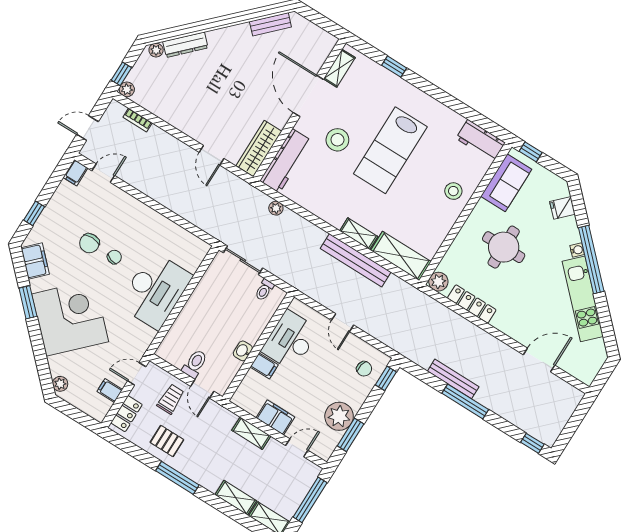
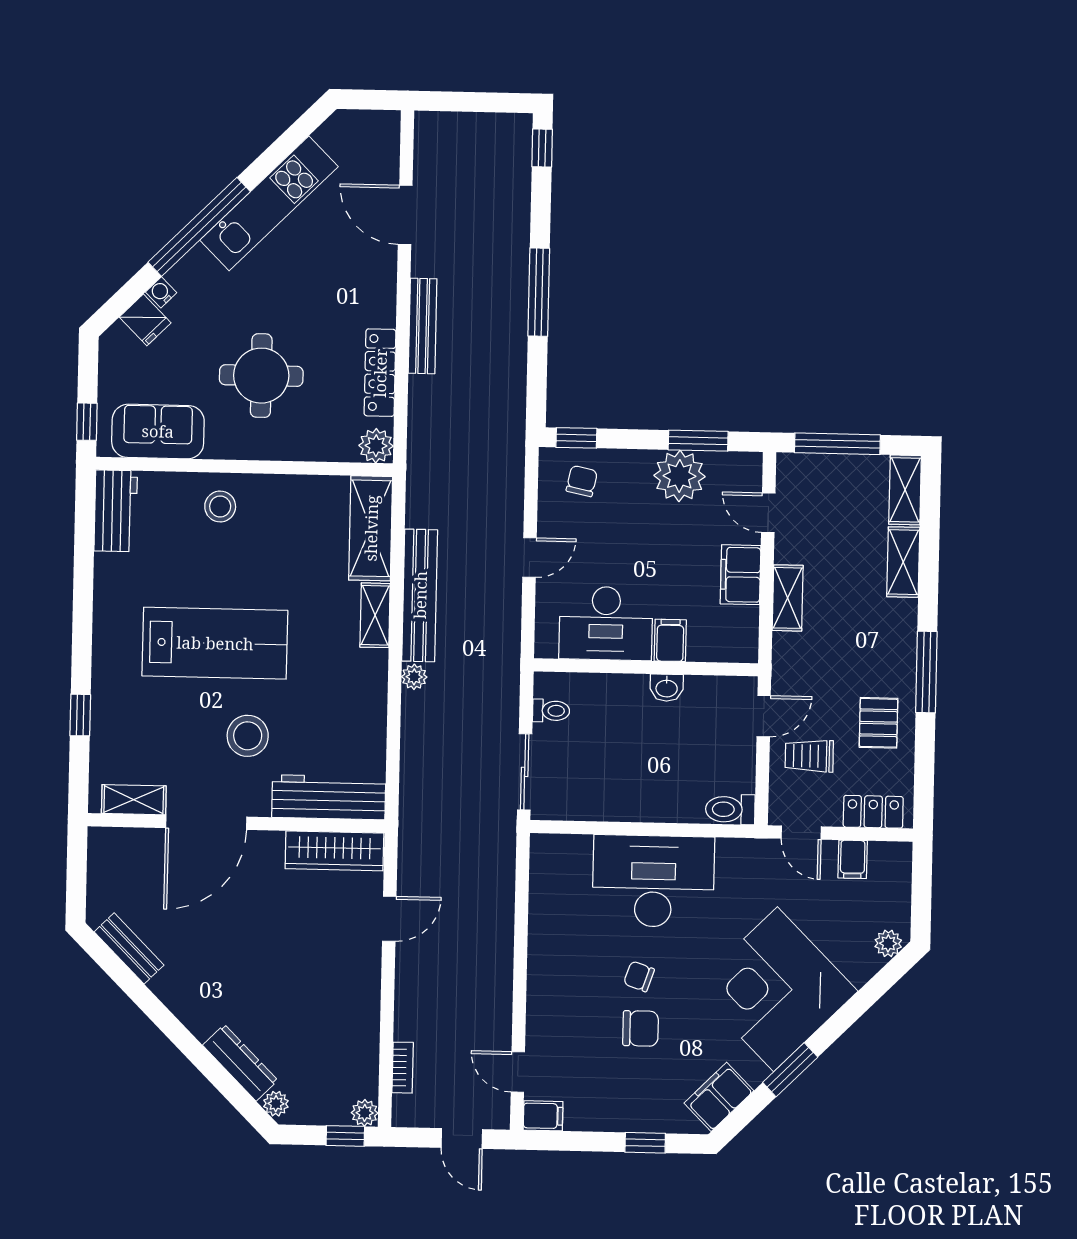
plant: (276, 208) -> (414, 677), moved
water cooler: (577, 250) -> (161, 292), moved
toilet: (195, 364) -> (730, 809), moved
bench: (453, 379) -> (423, 326), moved

